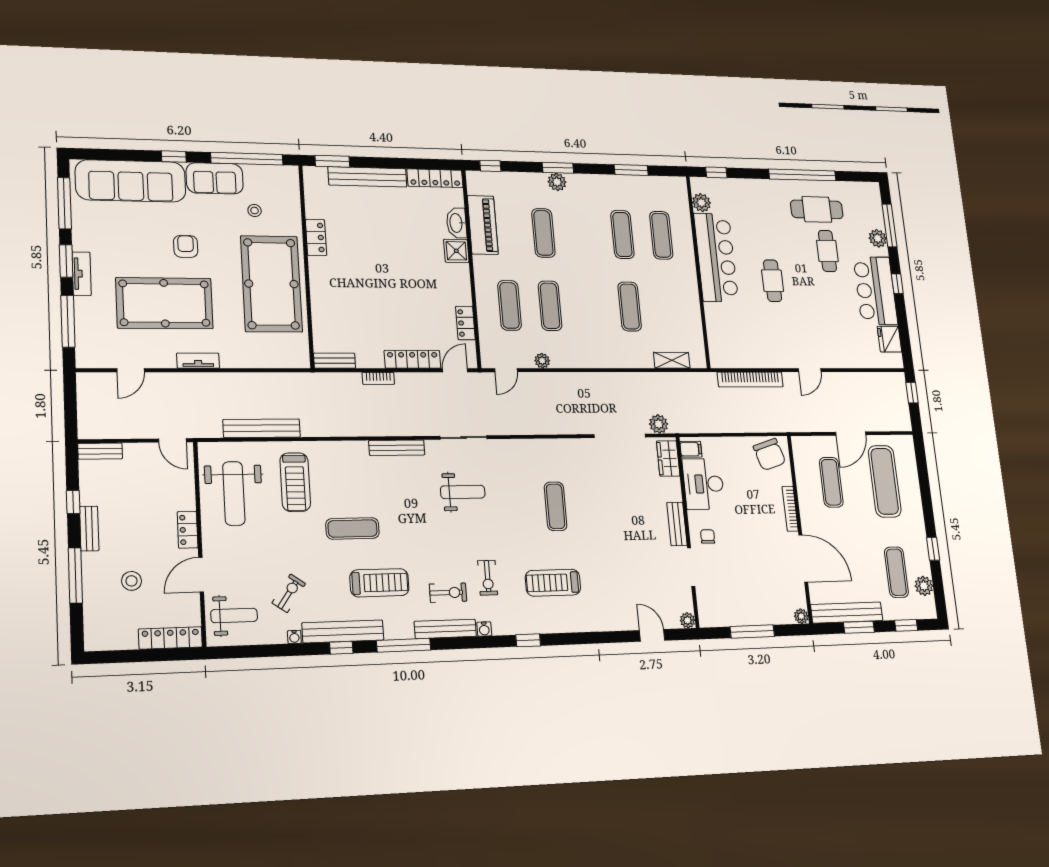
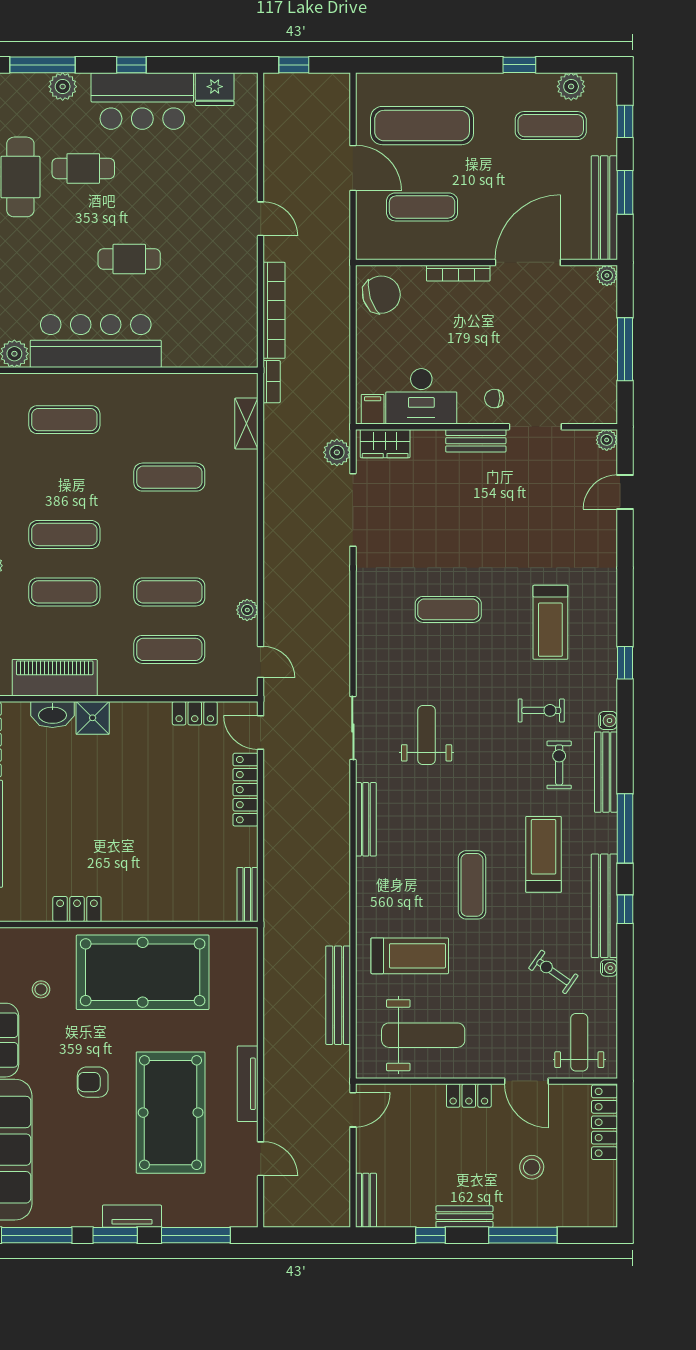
exercise mat: (622, 234) -> (64, 535), moved
tv unit: (198, 361) -> (248, 1084), width x1.41
bookcase: (378, 378) -> (272, 382), moved

